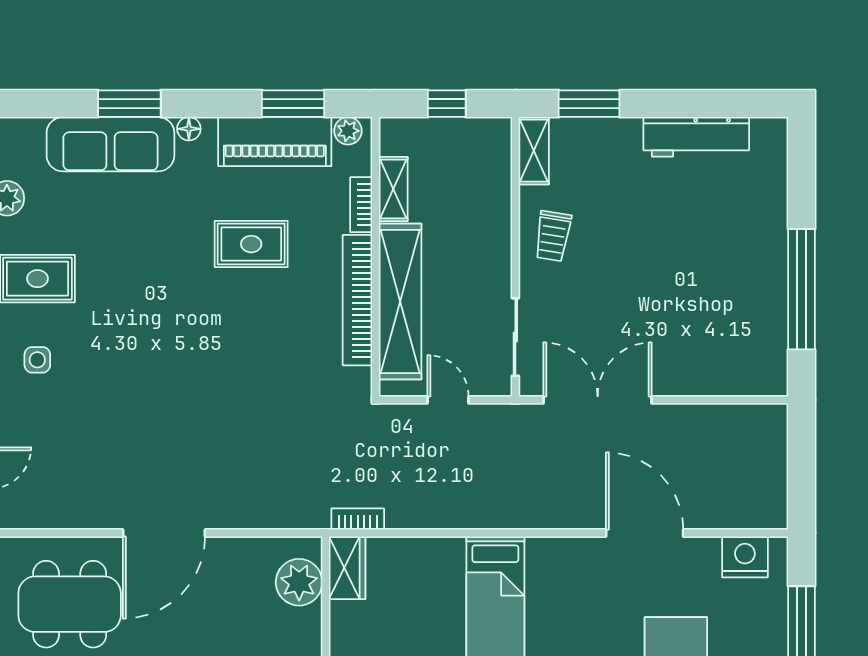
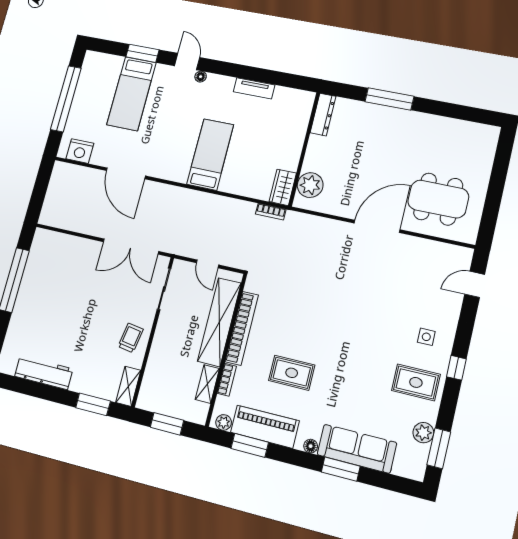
window: (447, 104) -> (167, 424), width x1.50

